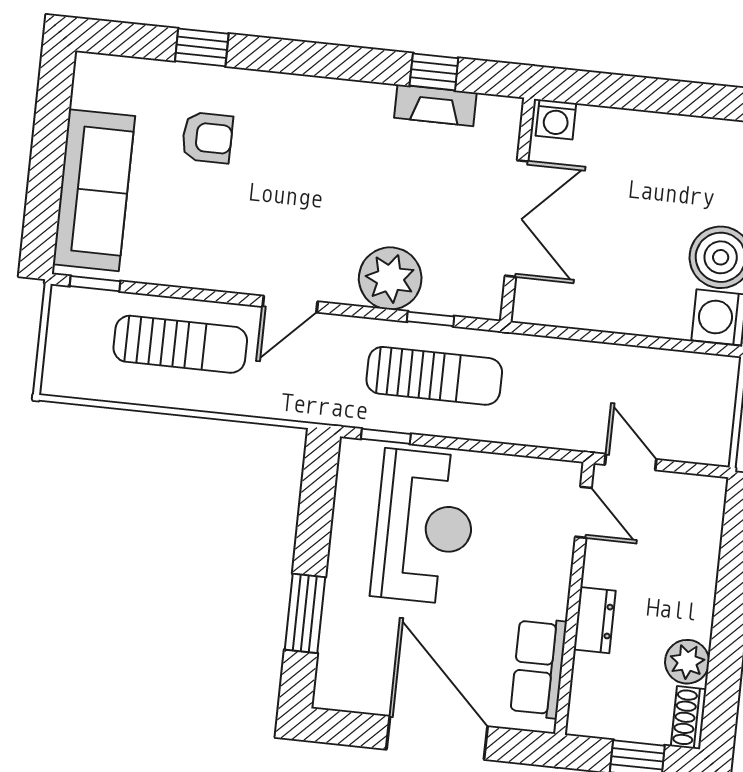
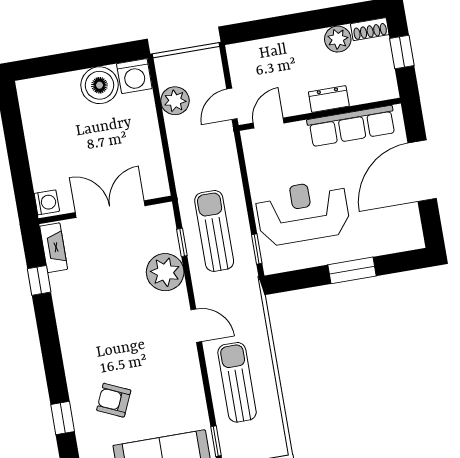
fireplace: (435, 105) -> (54, 248), moved
armchair: (207, 138) -> (114, 400), turned -66
plant: (662, 372) -> (175, 101), added
window: (305, 613) -> (352, 270), moved
row of seats: (539, 668) -> (352, 126), width x1.48

